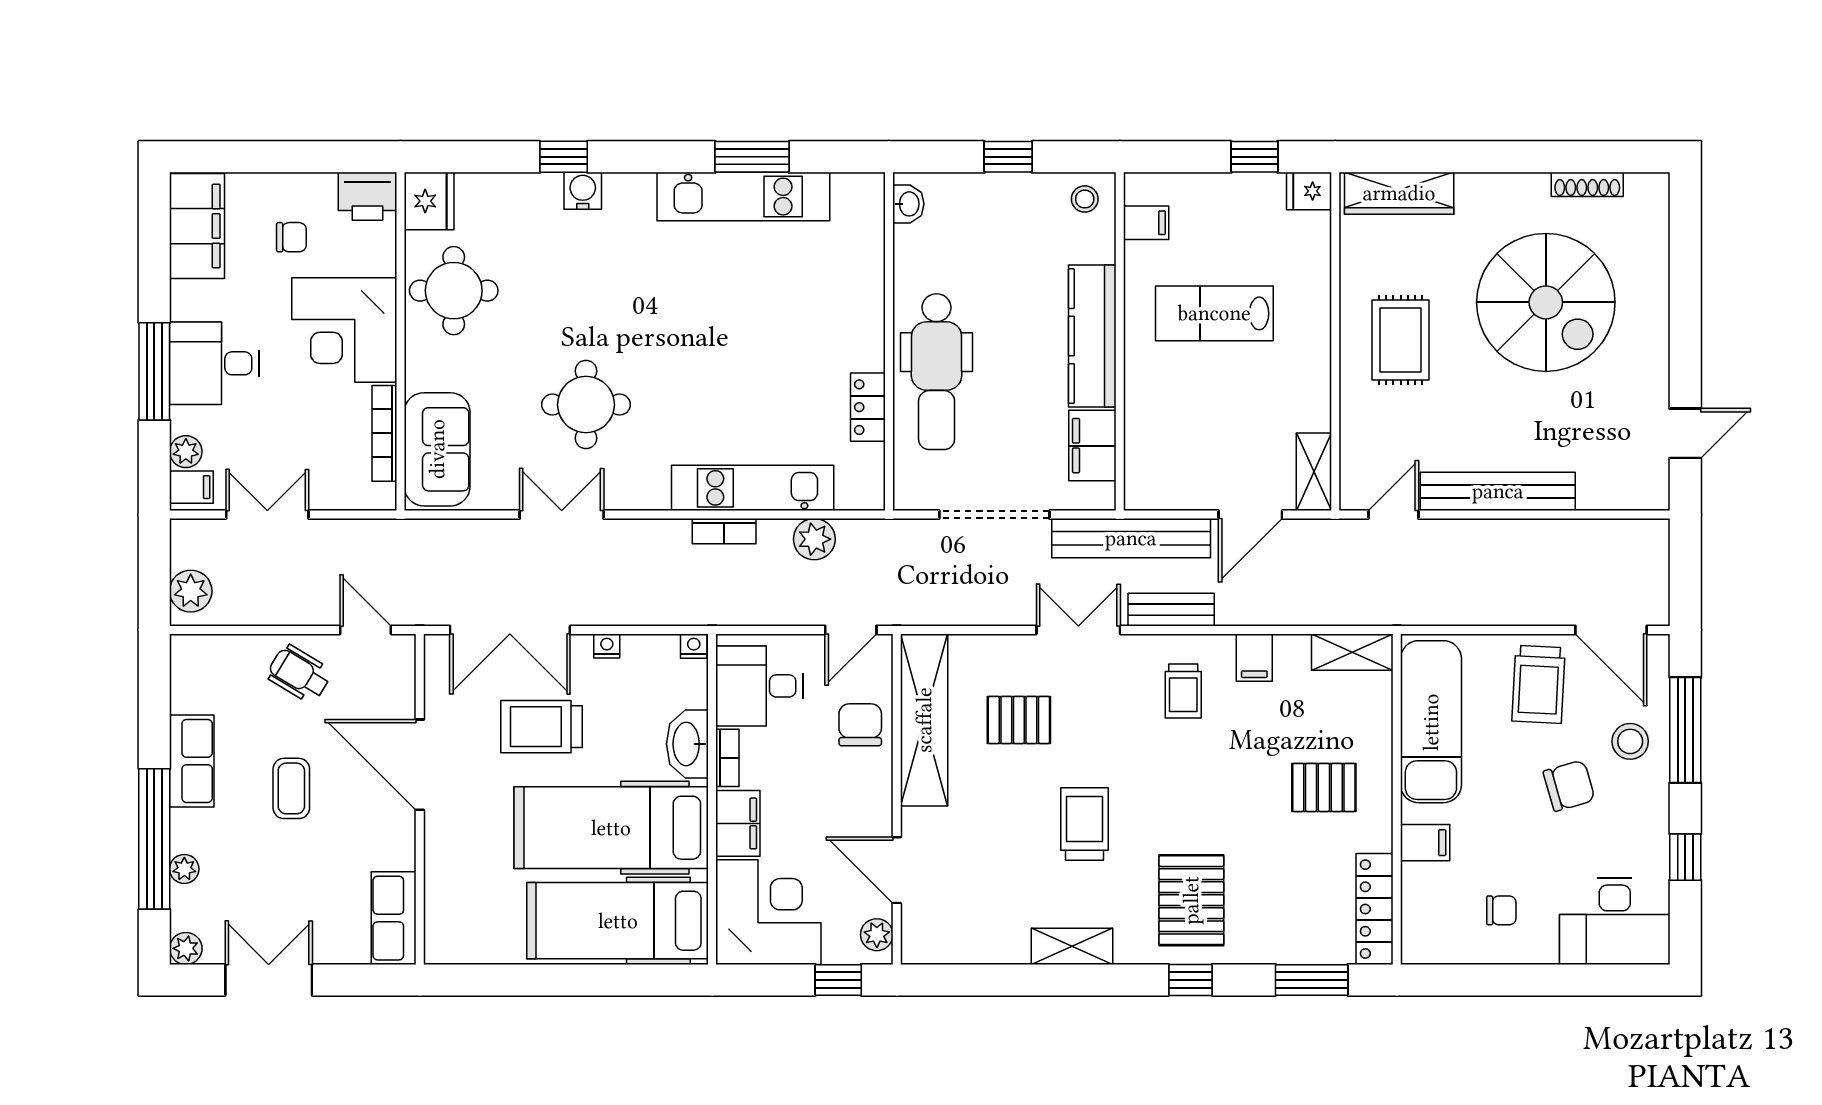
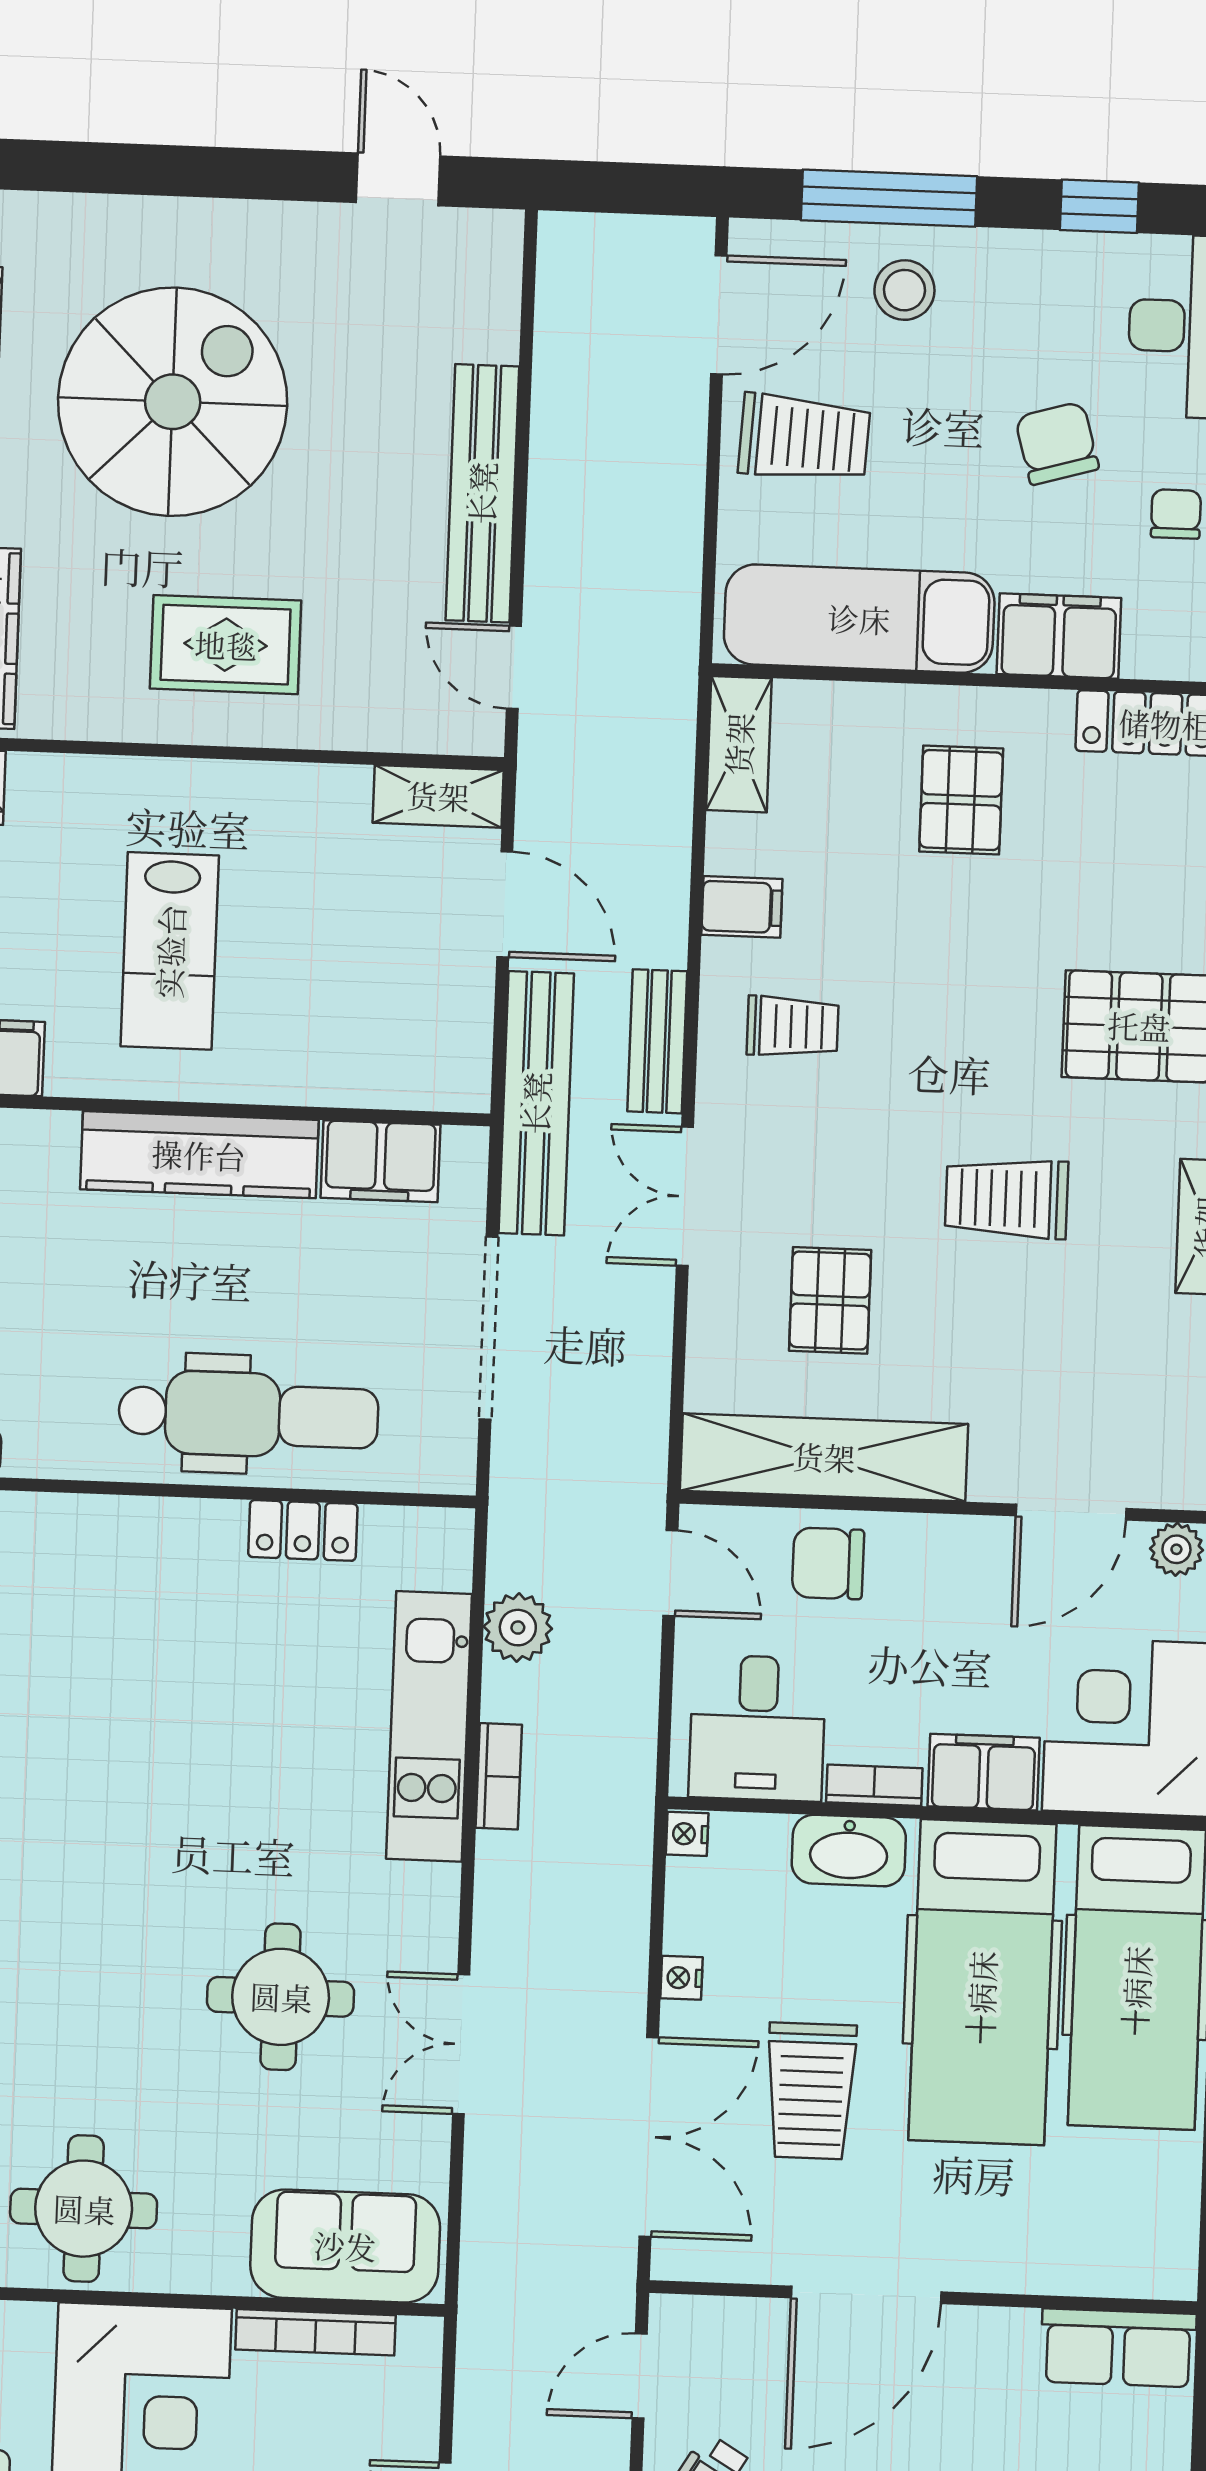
chair: (1569, 786) -> (1057, 443), moved
filing cabinet: (1425, 843) -> (1059, 636), width x2.00

